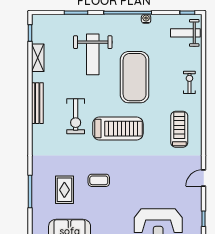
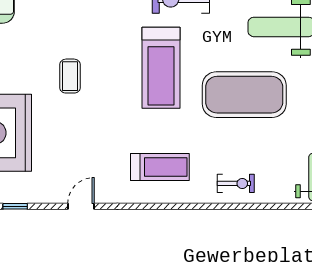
door: (204, 178) -> (81, 206), hinge flipped
coffee table: (99, 180) -> (70, 76), moved

